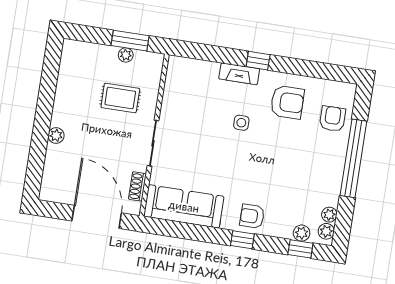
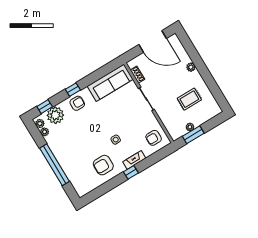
rug: (120, 98) -> (189, 99), moved
armchair: (333, 119) -> (154, 138), moved, turned 90
door: (97, 217) -> (153, 41), moved
plant: (302, 233) -> (55, 115), width x1.88, depth x1.88

